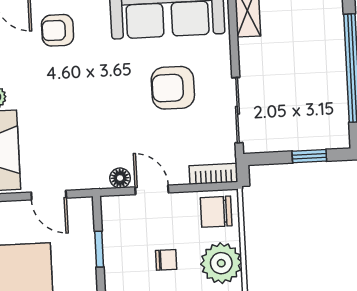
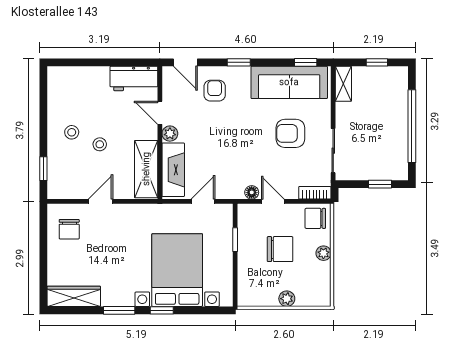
armchair: (58, 30) -> (215, 91), turned 90
door: (49, 195) -> (203, 201), swing flipped
chair: (166, 260) -> (280, 249), width x1.87, depth x1.87
plant: (221, 263) -> (323, 253), width x0.53, depth x0.53

